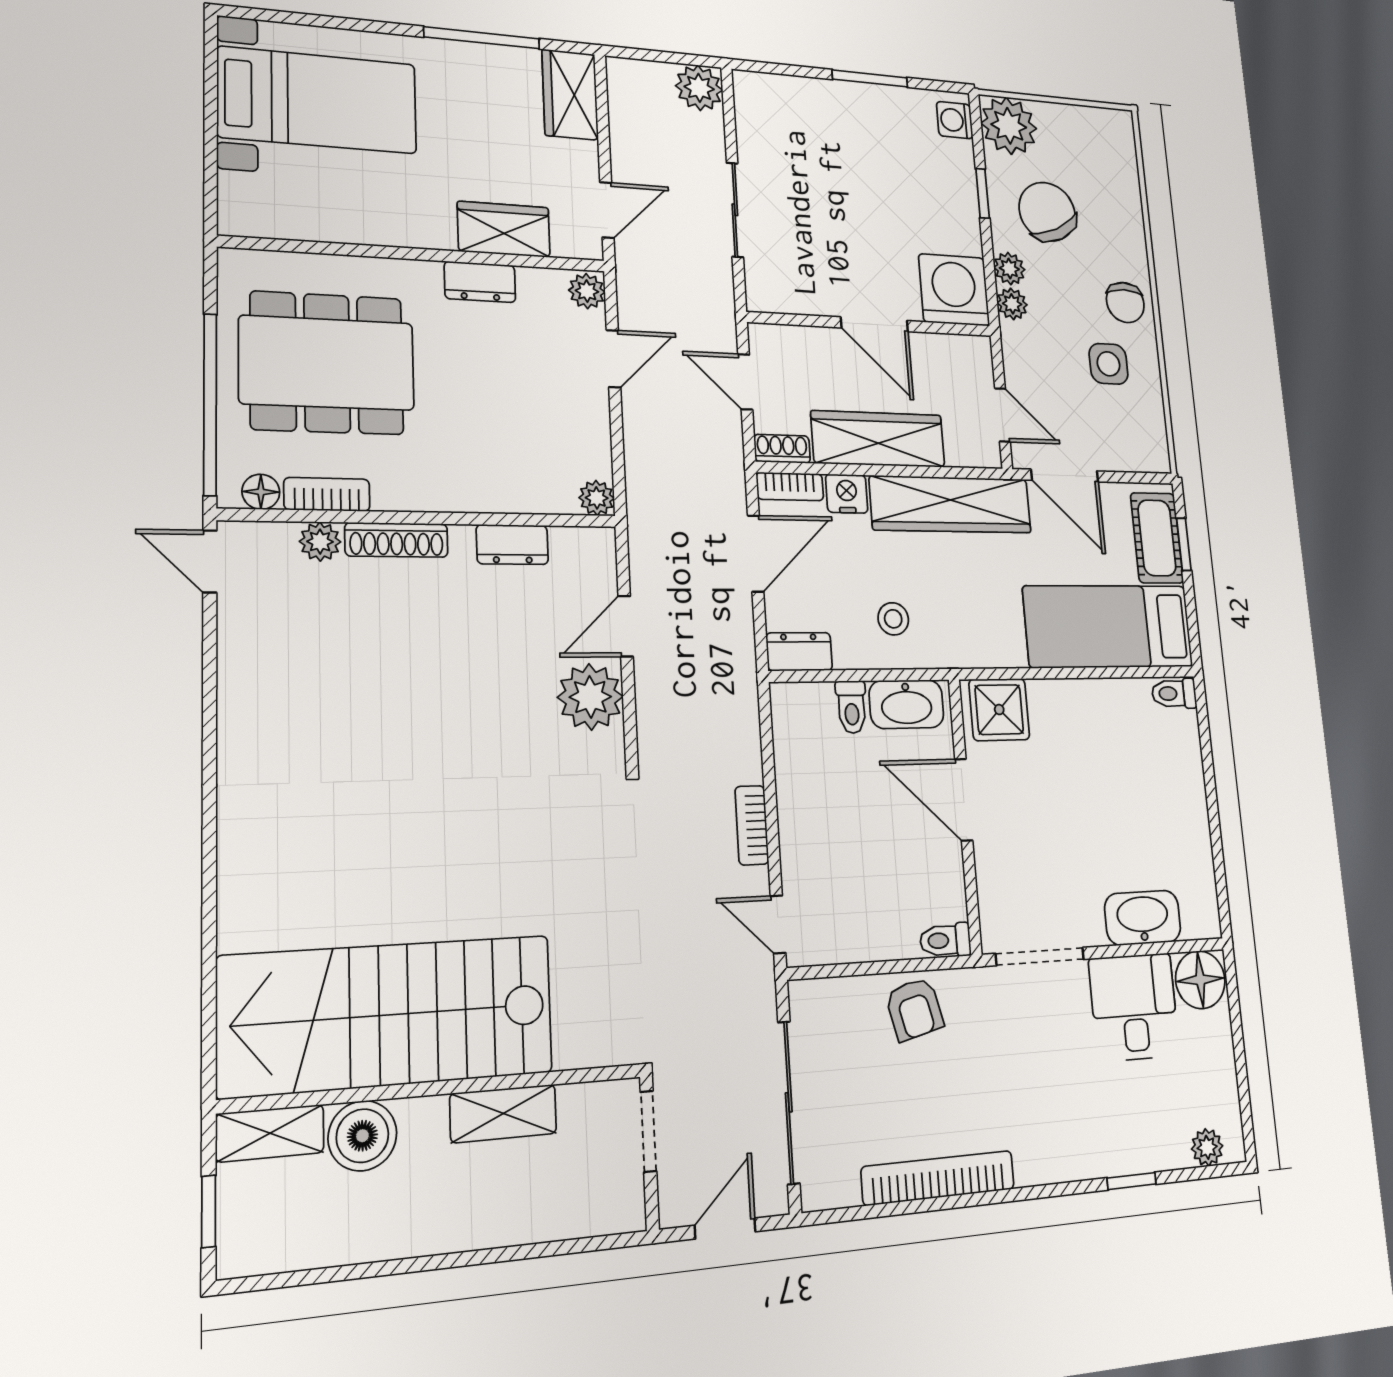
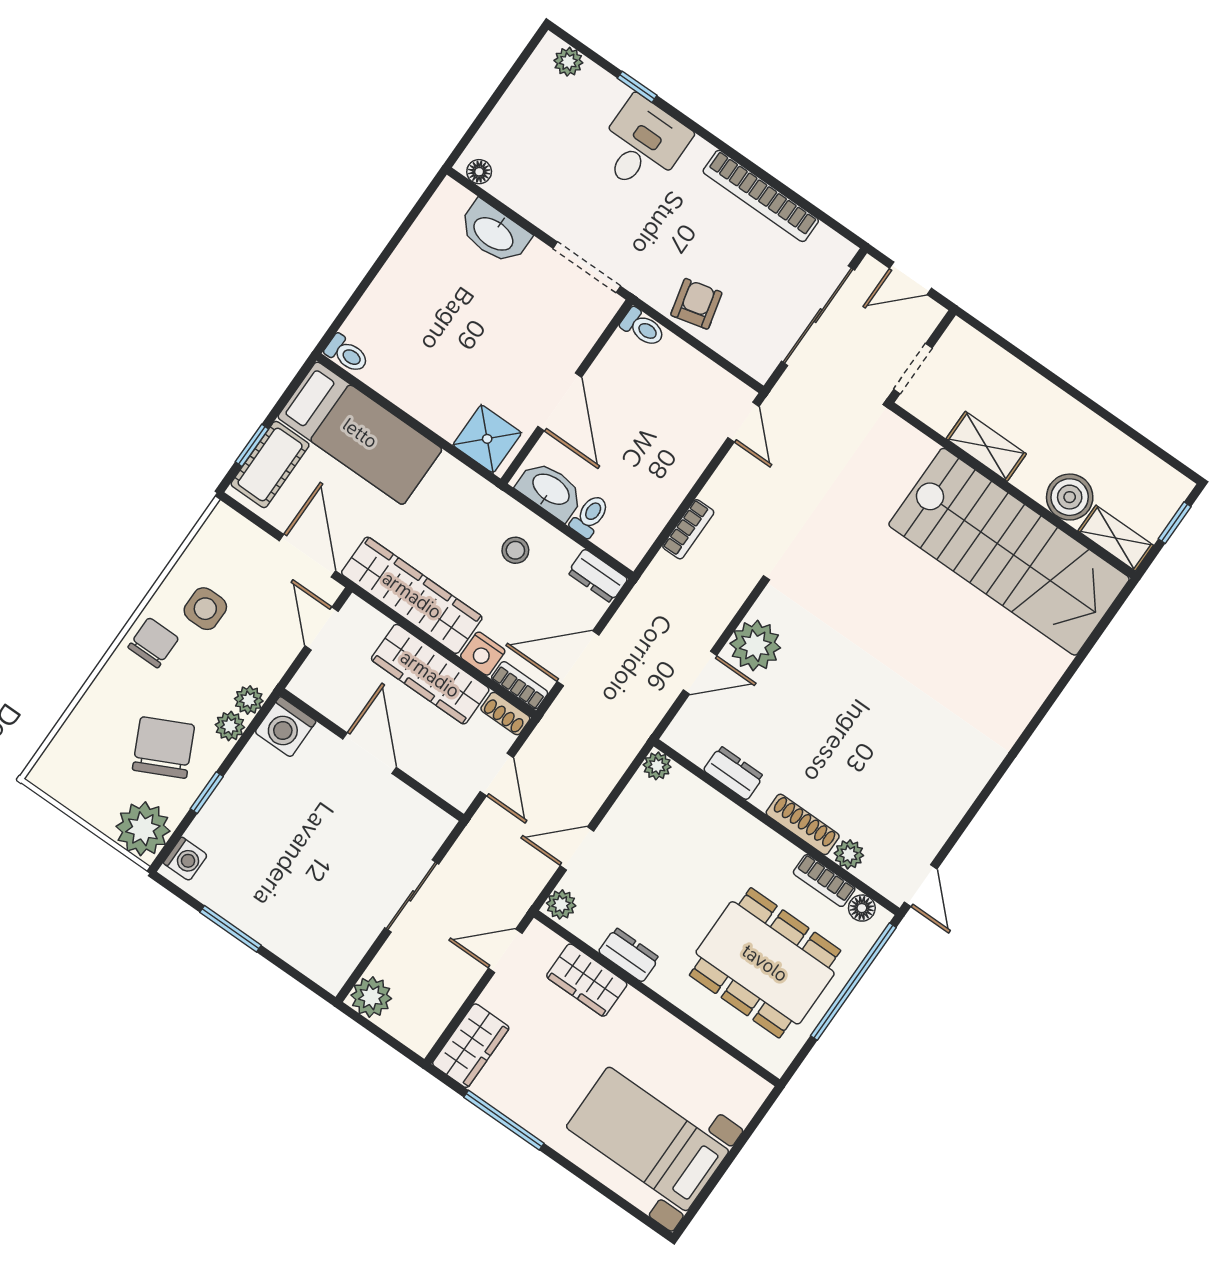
chair: (1047, 212) -> (163, 747), turned 180
washing machine: (954, 290) -> (285, 727), width x0.73, depth x0.73
bookcase: (752, 825) -> (688, 529), moved
floor lamp: (1200, 980) -> (479, 172), width x0.53, depth x0.53
desk: (1134, 1007) -> (642, 145), moved, turned 180

